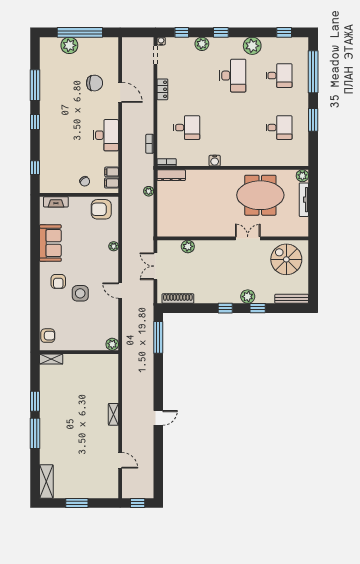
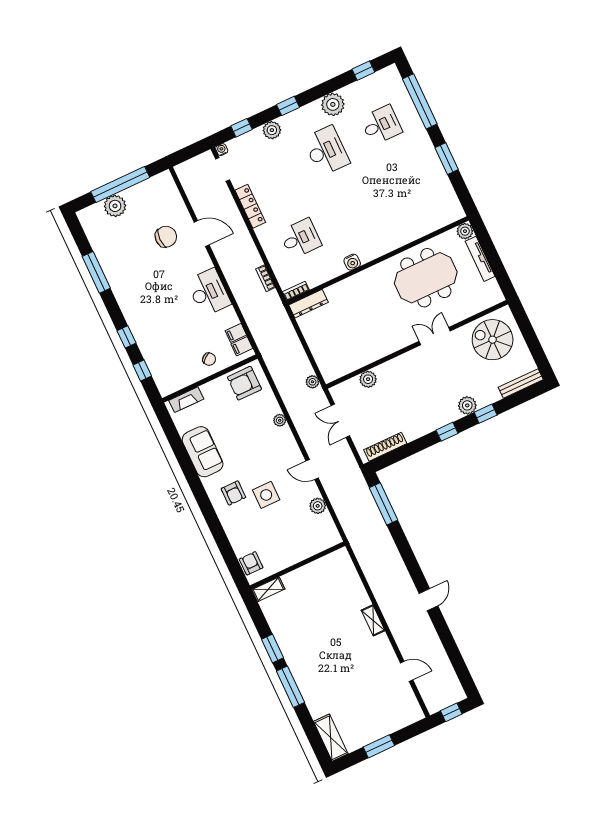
locker: (162, 89) -> (250, 206), width x1.53
window: (35, 122) -> (126, 337), moved
desk: (279, 128) -> (410, 187), removed
plant: (149, 191) -> (312, 382), moved
armchair: (48, 336) -> (251, 563), turned -90
plant: (112, 344) -> (318, 506), moved

